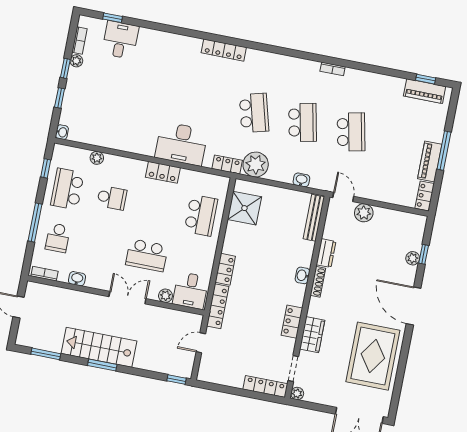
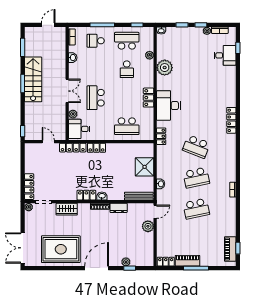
school desk: (254, 113) -> (196, 147), turned 36
plant: (256, 165) -> (165, 68), moved
shower: (244, 208) -> (145, 167), moved
locker: (292, 322) -> (86, 195), moved

